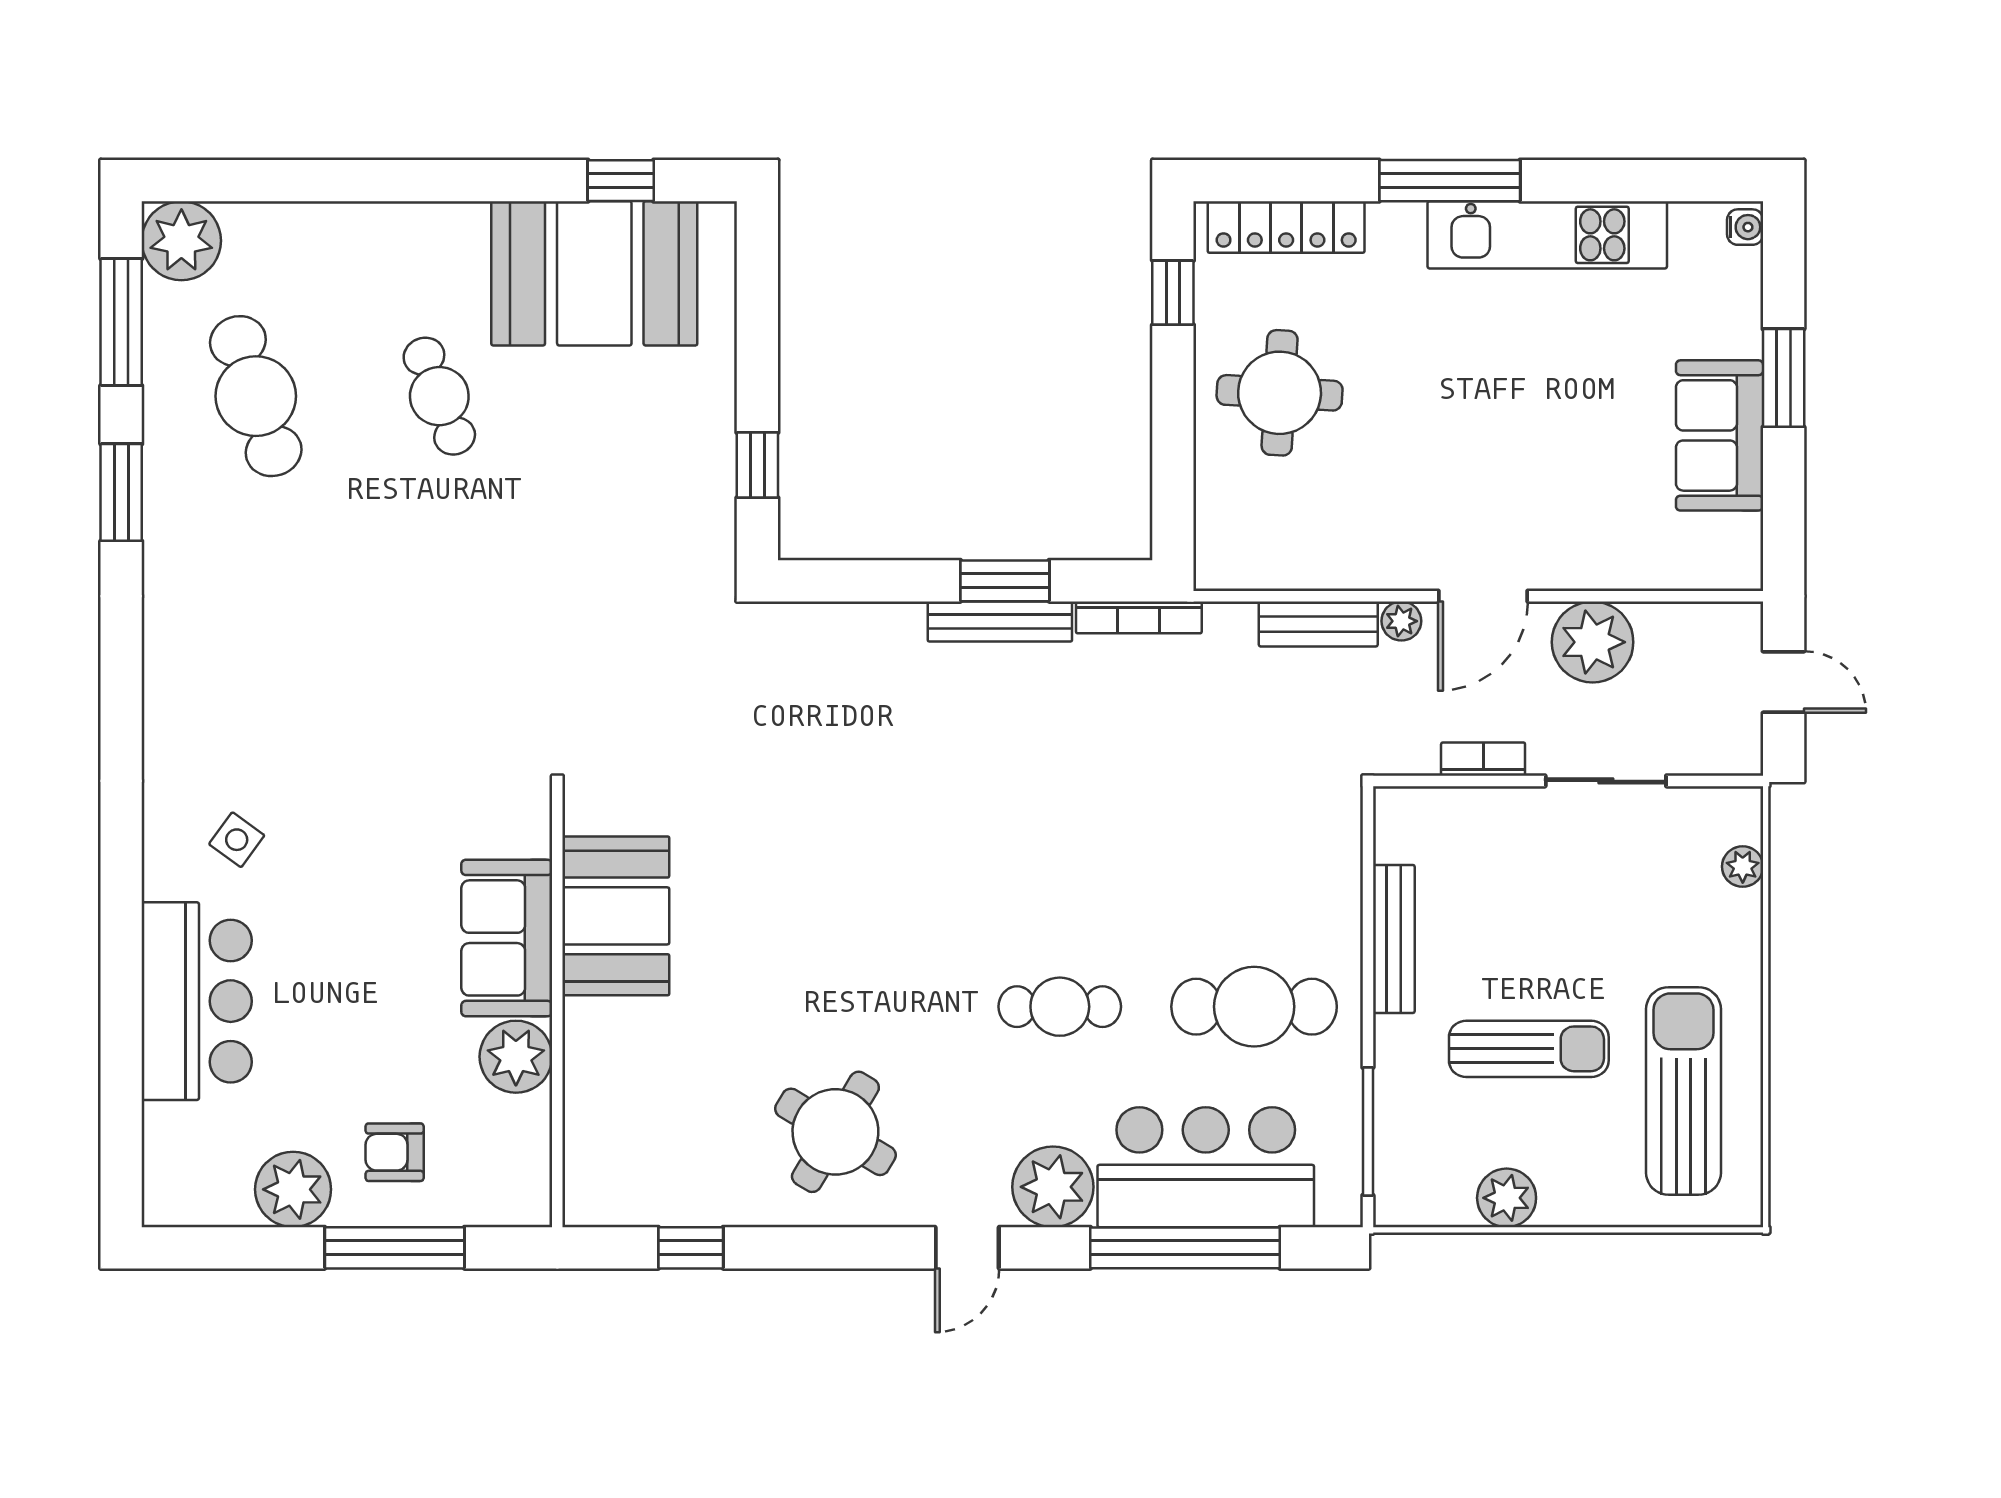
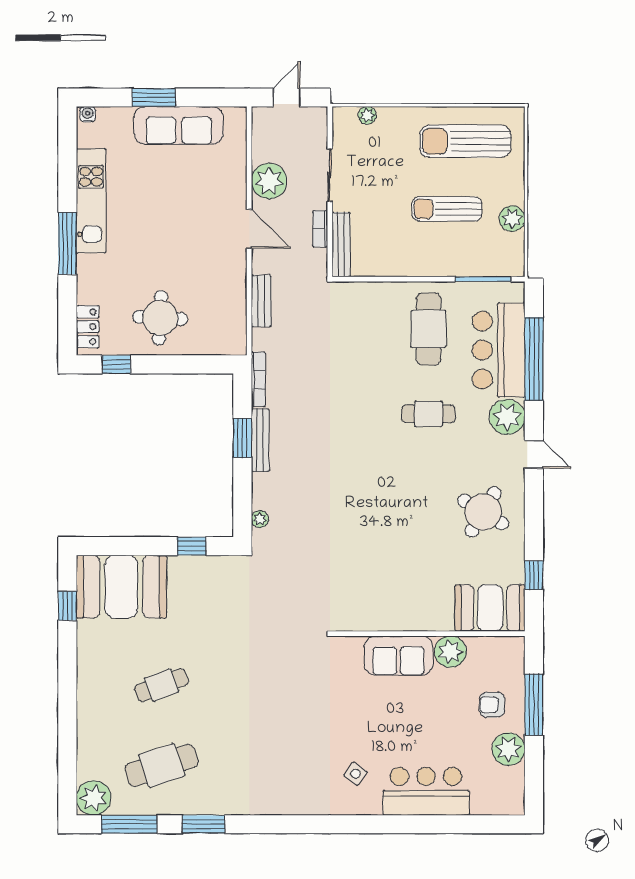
locker: (1286, 227) -> (88, 327), width x0.66
booth: (594, 273) -> (121, 587), moved, turned 90
sofa: (1720, 435) -> (179, 125), width x1.36
plant: (1401, 621) -> (260, 519), moved
booth: (616, 916) -> (490, 608), moved
bench: (1394, 939) -> (341, 245), moved, turned 90
cafe table: (1060, 1007) -> (428, 414), turned 90
sun lounger: (1529, 1049) -> (447, 209), turned -90
armchair: (395, 1152) -> (492, 705), turned 90

